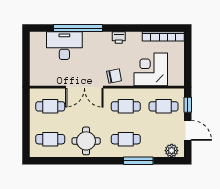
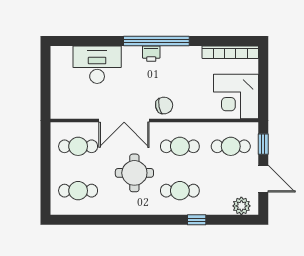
window: (78, 28) -> (156, 41), moved
printer: (119, 38) -> (151, 54), moved
corner desk: (151, 69) -> (236, 97), moved, turned -90
round table: (86, 141) -> (134, 173), moved
window: (138, 161) -> (197, 220), width x0.46

